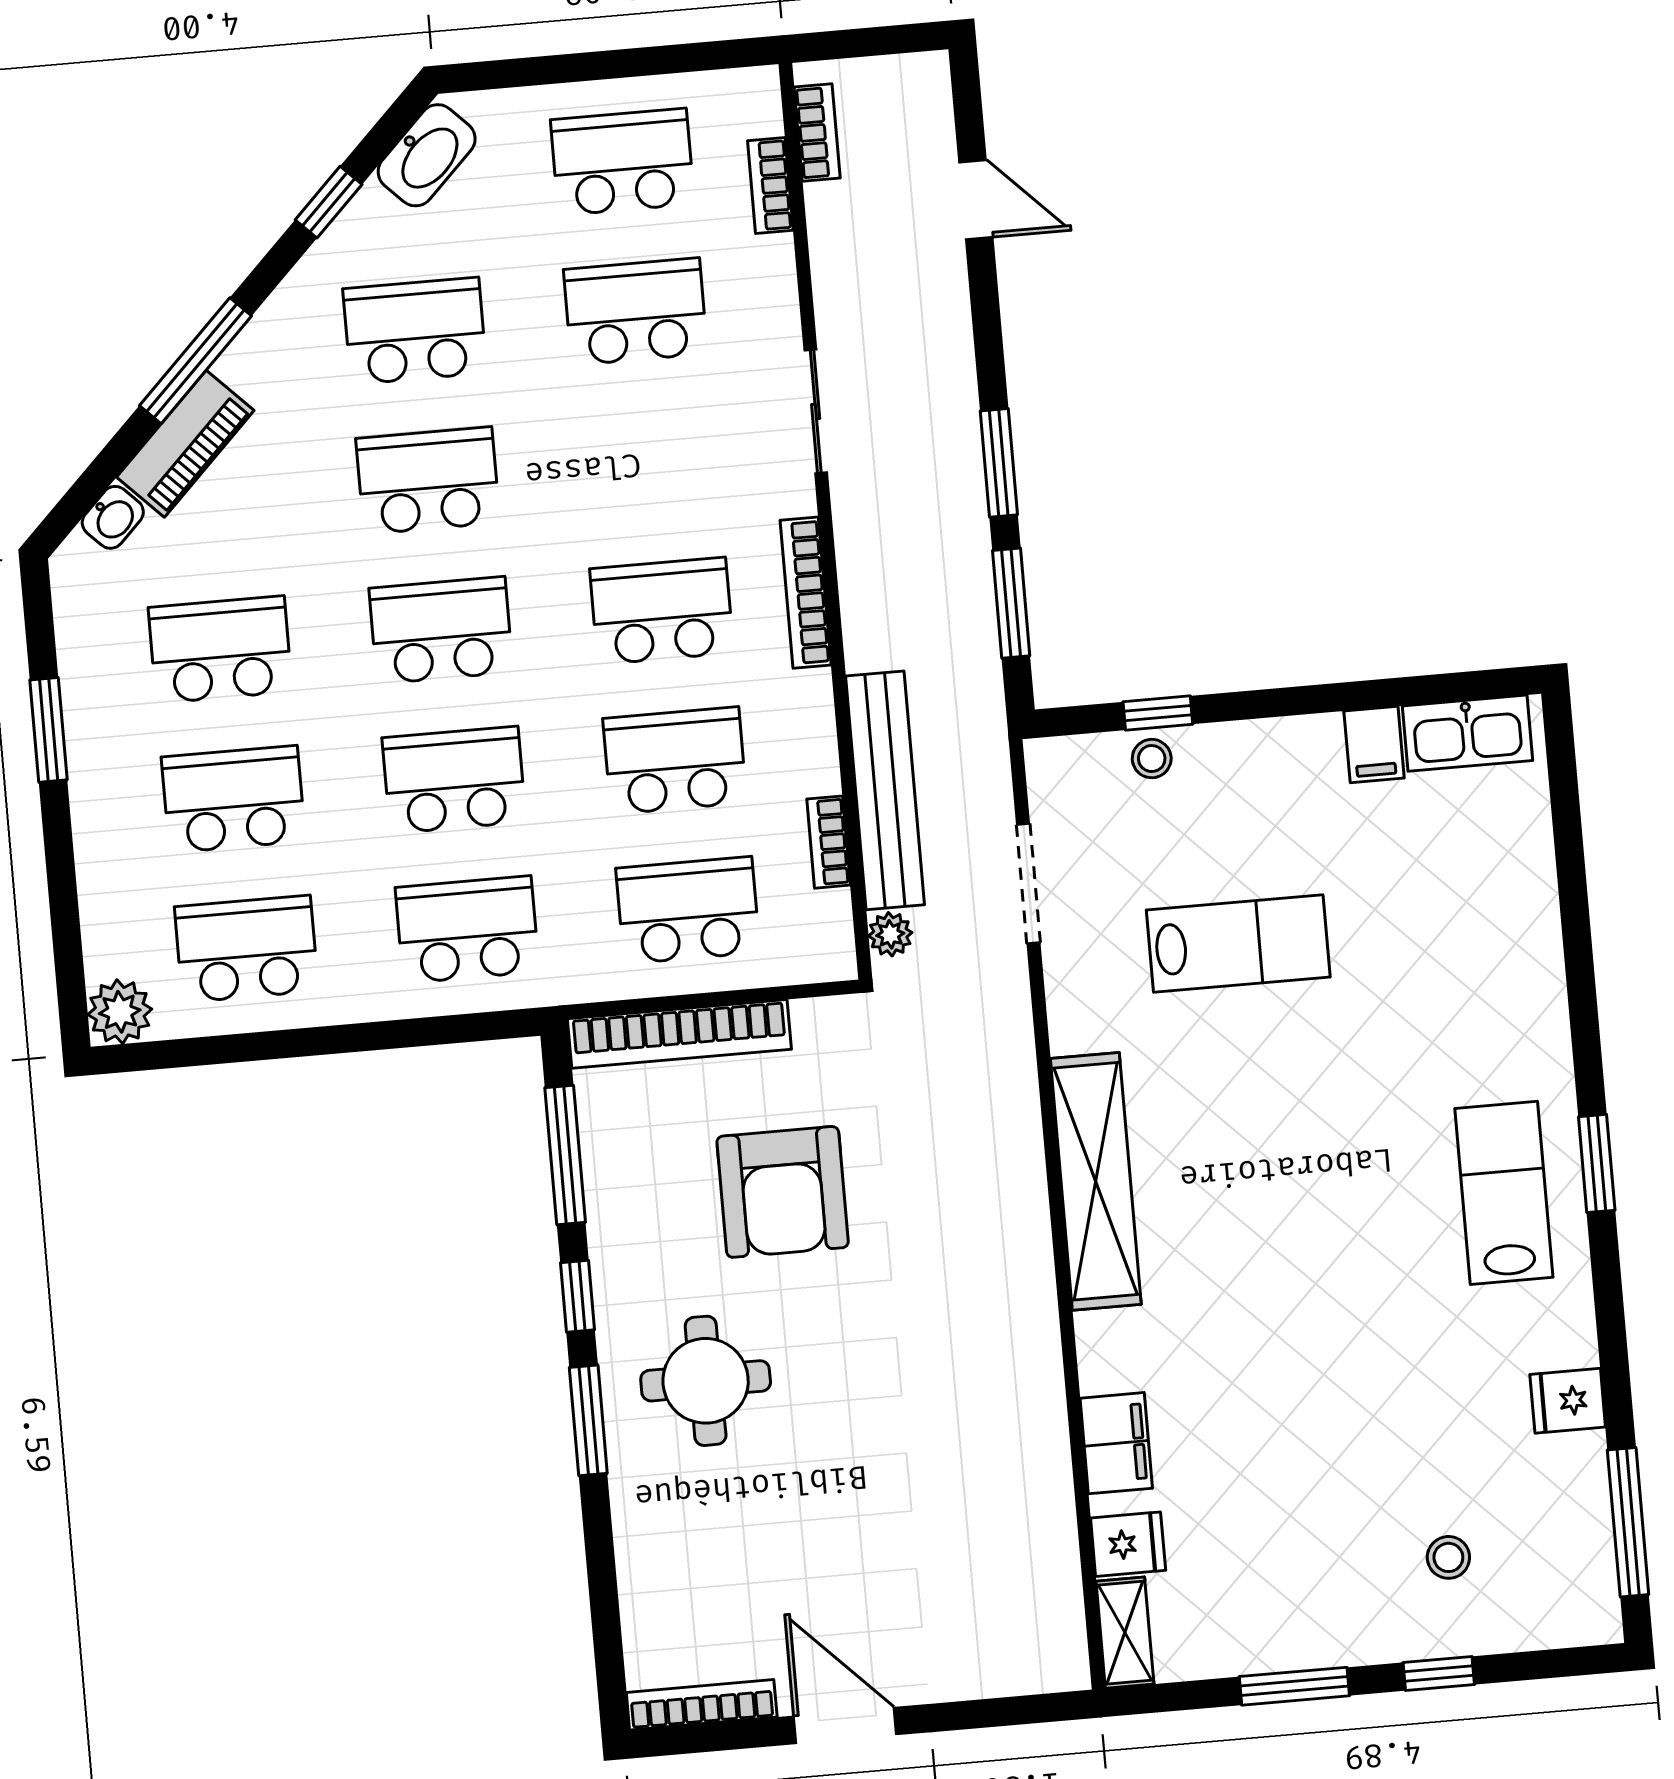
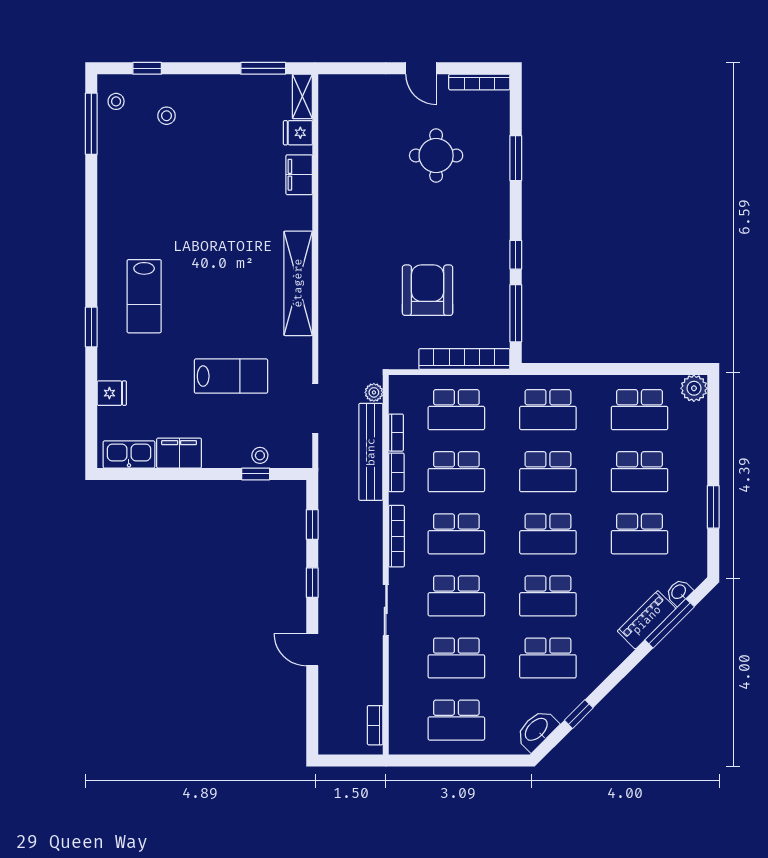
bookcase: (770, 186) -> (396, 472), moved
door: (976, 200) -> (312, 650), moved
window: (195, 361) -> (670, 623), moved
school desk: (649, 461) -> (456, 596), added
window: (999, 463) -> (312, 583), width x0.67
window: (1011, 603) -> (312, 524), width x0.67
filing cabinet: (1374, 745) -> (179, 453), width x2.00
lab bench: (1238, 943) -> (231, 376), turned 180
window: (1597, 1163) -> (91, 327), moved
lab bench: (1504, 1193) -> (144, 296), moved
round table: (706, 1381) -> (436, 156), moved
fridge: (1568, 1401) -> (112, 393), moved
window: (588, 1420) -> (516, 158), moved
stool: (1573, 1581) -> (116, 101), added
window: (1439, 1674) -> (147, 68), moved
window: (1294, 1686) -> (263, 68), moved
door: (845, 1725) -> (421, 68), width x0.73

